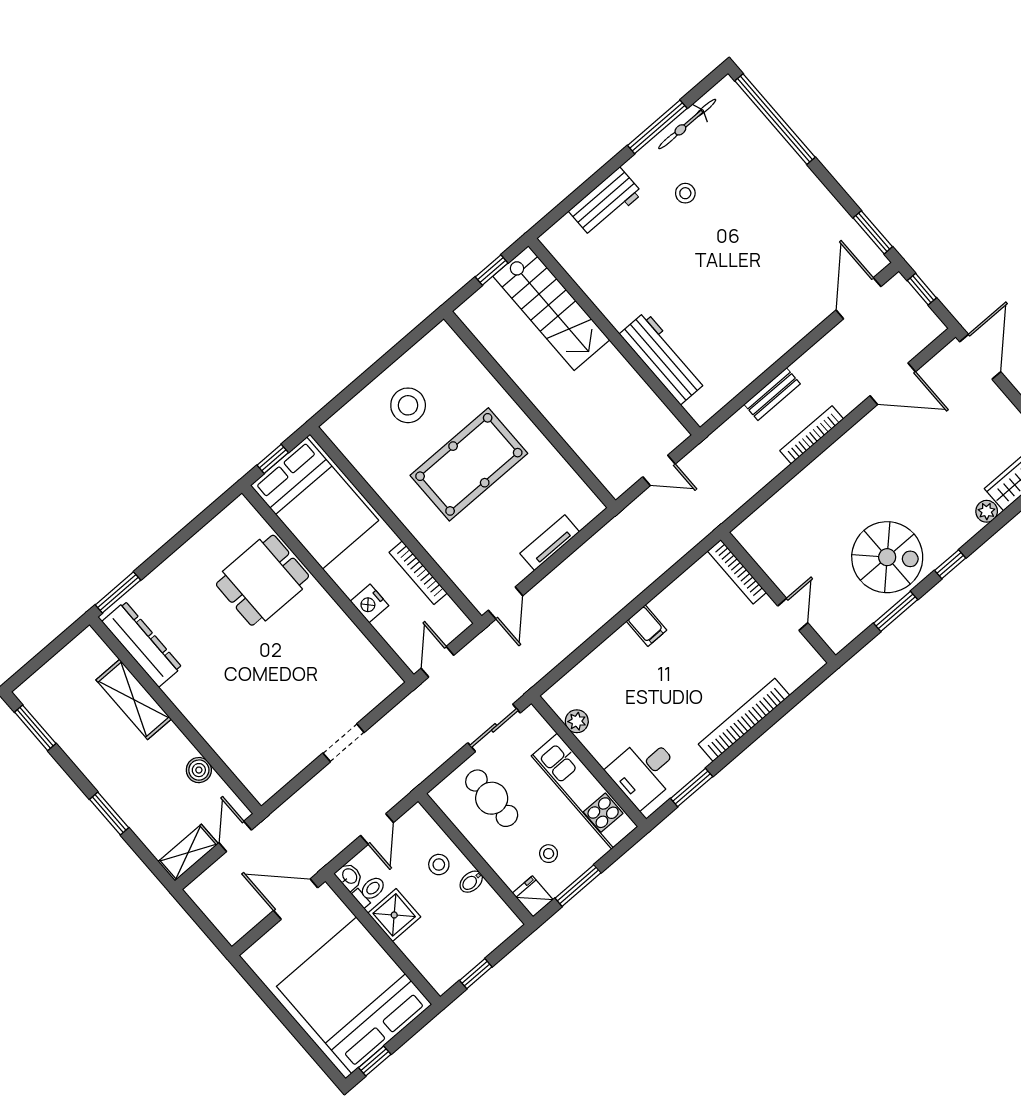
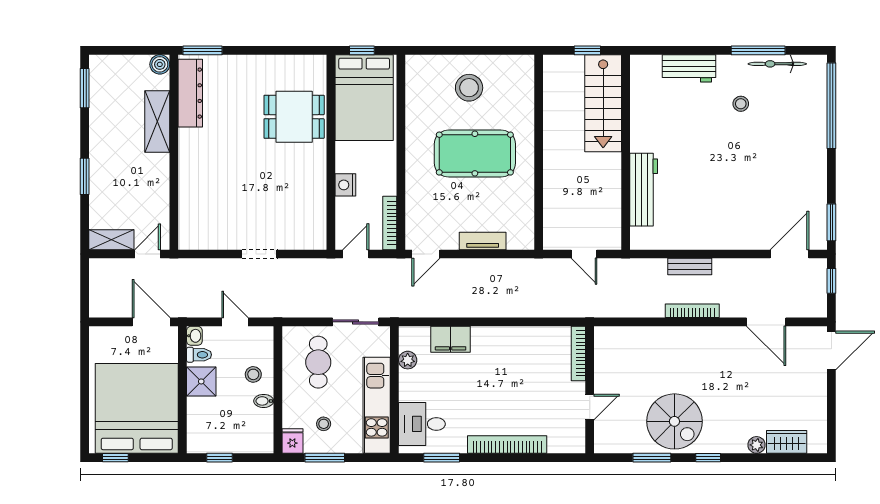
bookcase: (418, 573) -> (390, 223), moved
filing cabinet: (647, 626) -> (451, 339), moved, width x2.00
boiler: (199, 770) -> (160, 64), moved
door: (377, 829) -> (235, 322), swing flipped

